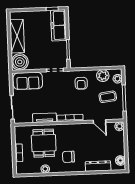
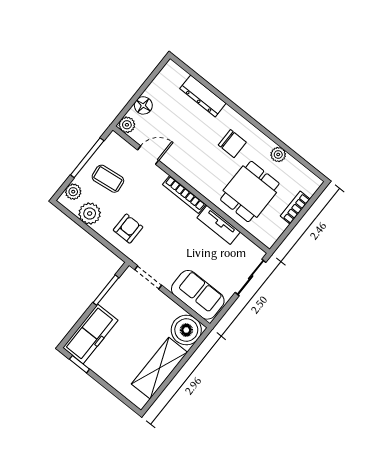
door: (99, 121) -> (148, 155), hinge flipped
floor lamp: (120, 161) -> (143, 105), moved

